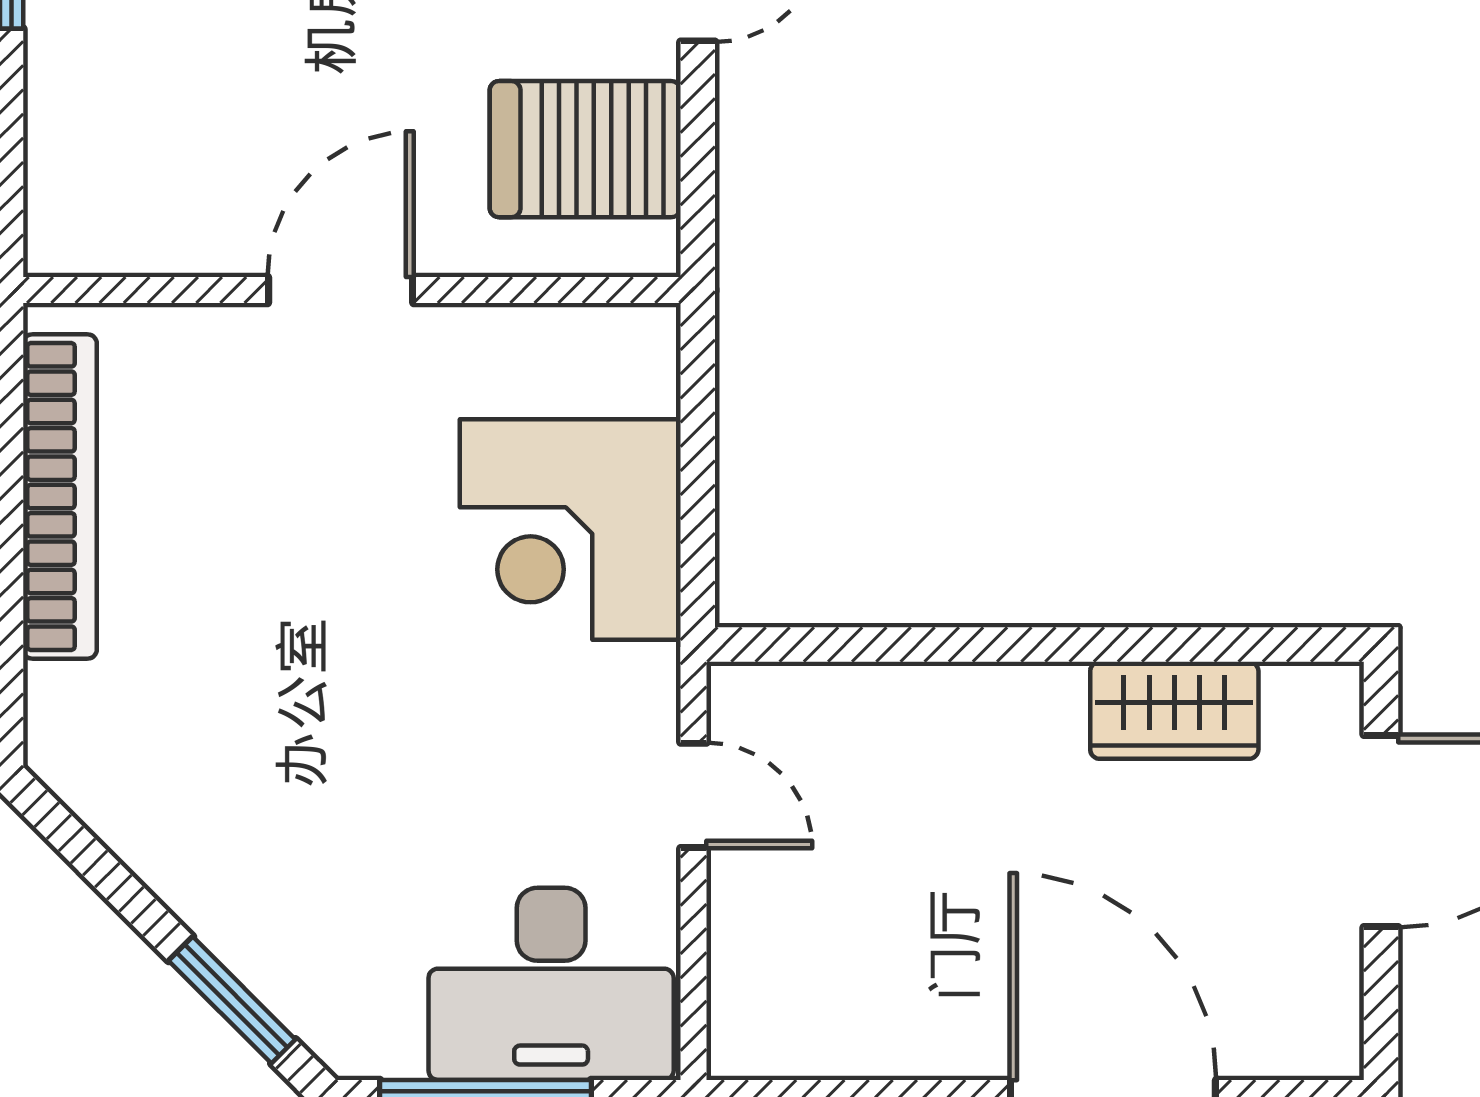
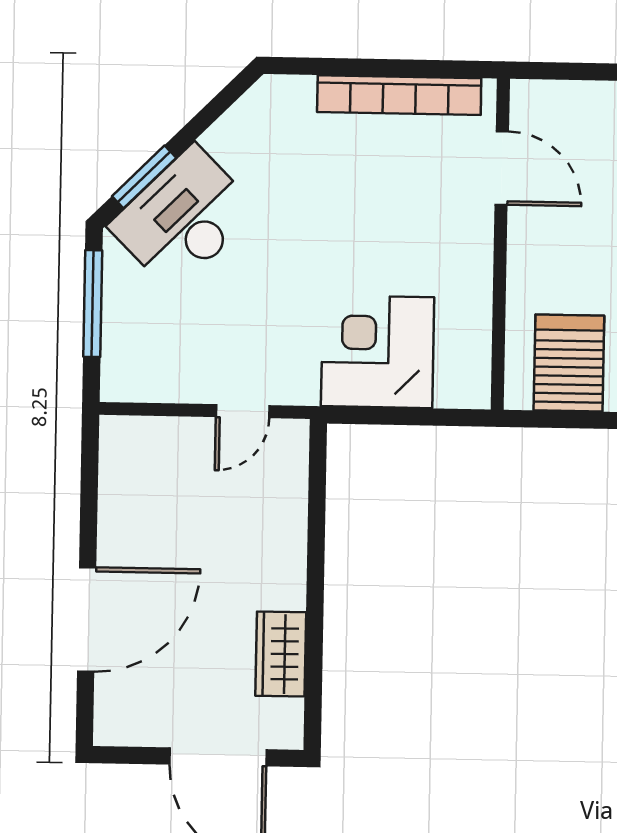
door: (341, 290) -> (502, 168), moved
desk: (551, 984) -> (183, 218), moved, turned 45

